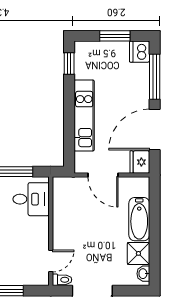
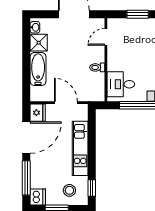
stool: (98, 60) -> (69, 190), added
toilet: (62, 280) -> (97, 67), moved

